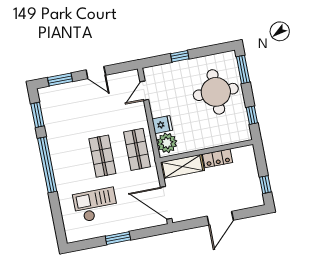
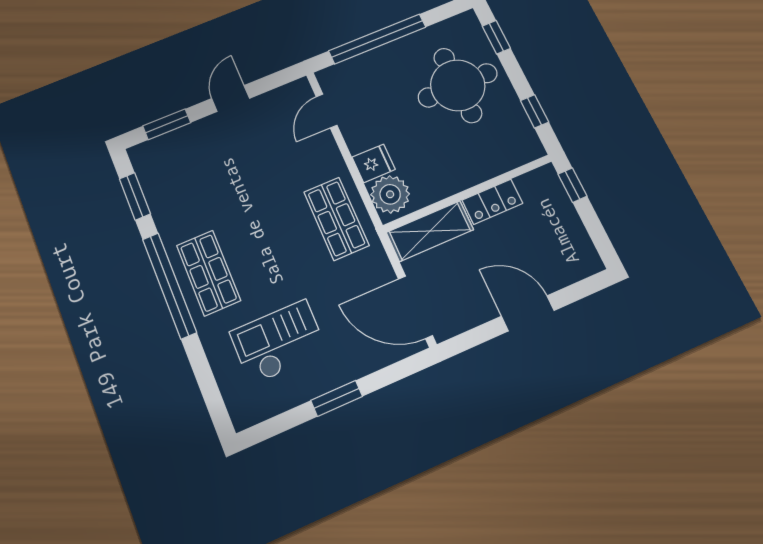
window: (180, 56) -> (377, 39), width x3.17
window: (243, 69) -> (496, 37), width x0.67
door: (96, 73) -> (231, 98), swing flipped
shop shelf: (102, 156) -> (209, 273), moved
window: (265, 185) -> (573, 185), moved
door: (220, 218) -> (528, 313), swing flipped

